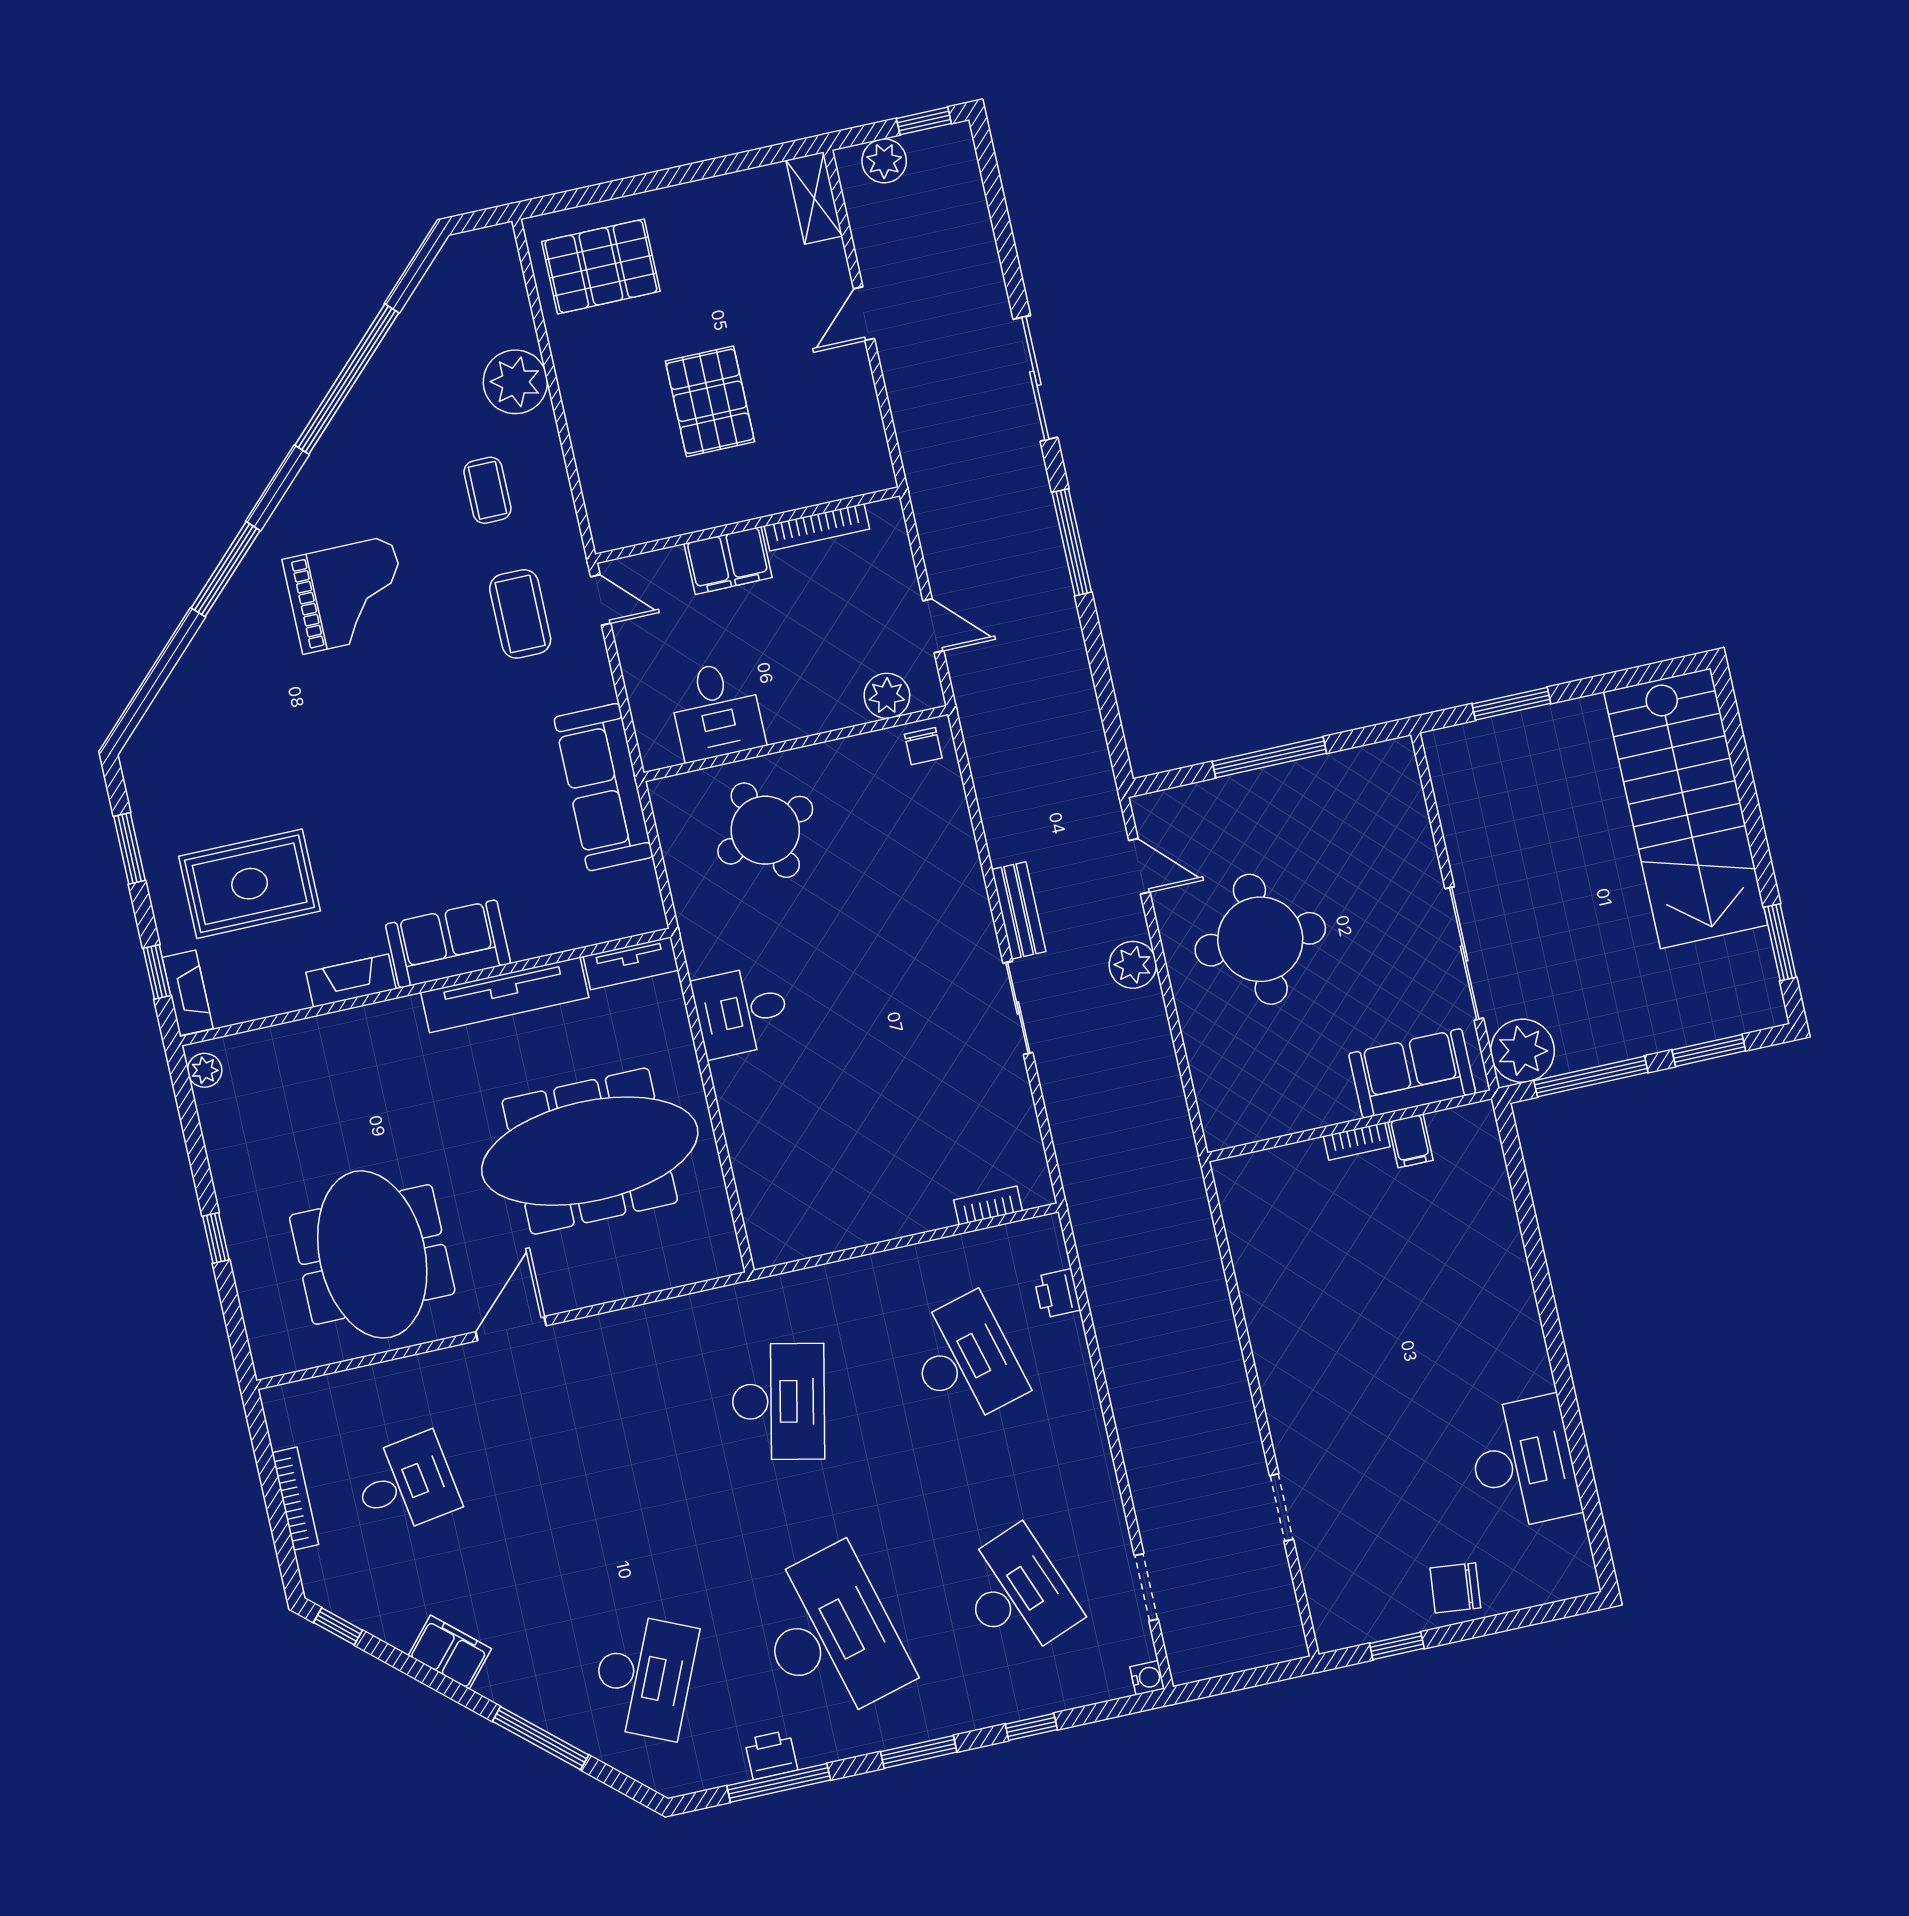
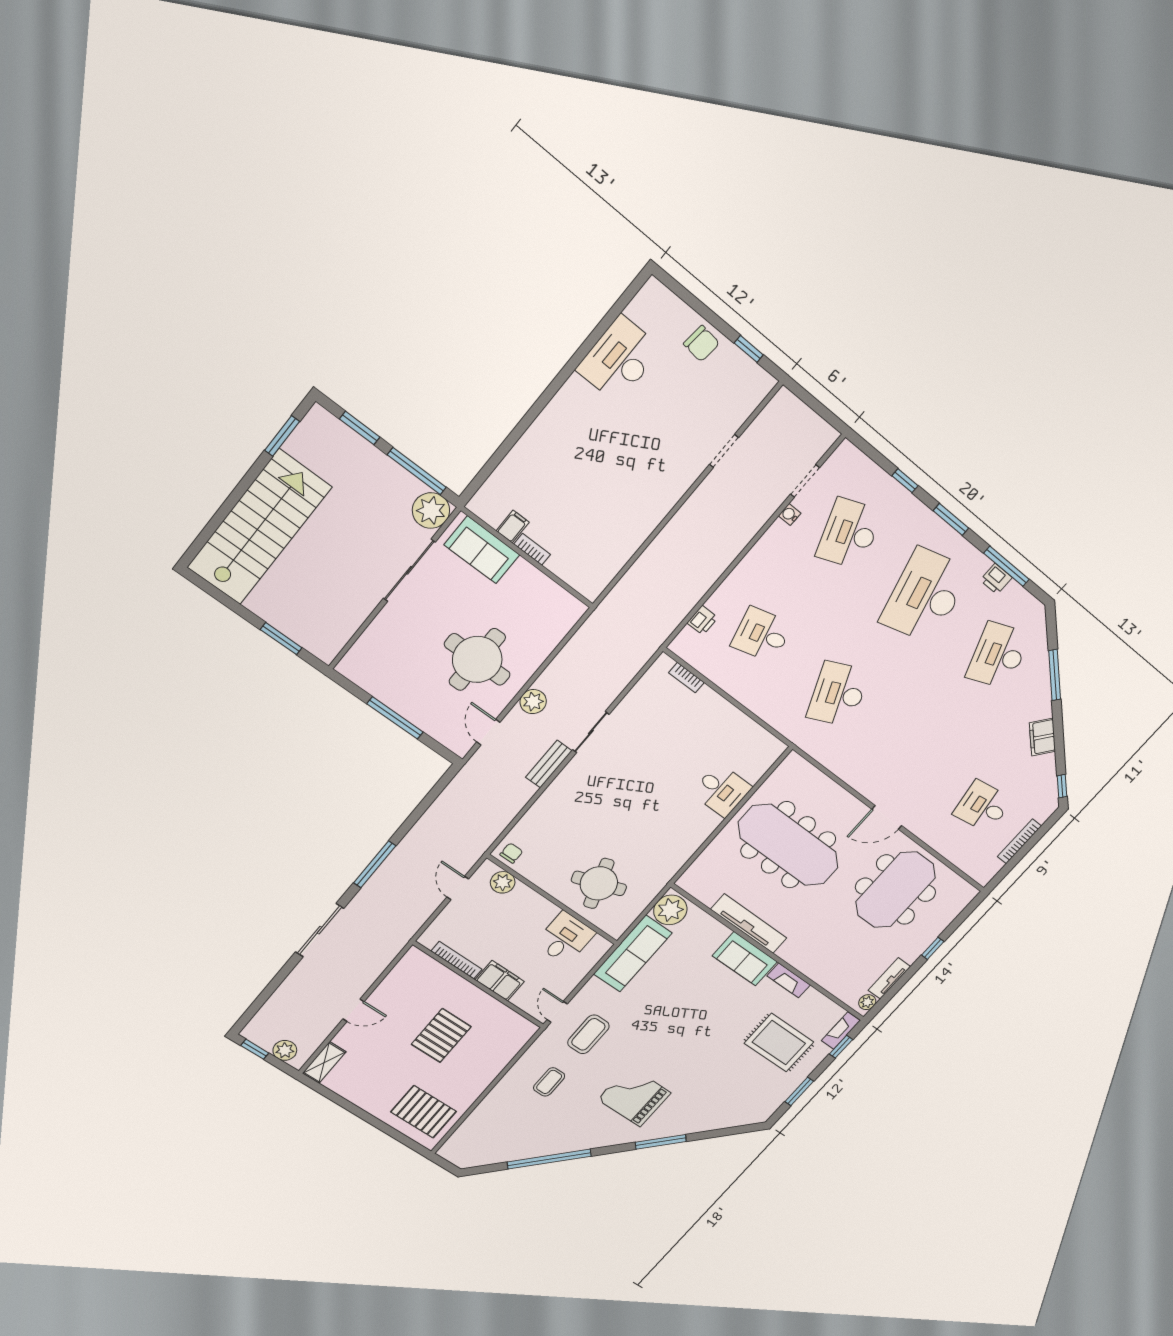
plant: (515, 382) -> (670, 910), moved
tv unit: (631, 963) -> (889, 978), moved, turned -90
desk: (741, 1011) -> (722, 790), moved
desk: (965, 1360) -> (762, 635), width x0.73
desk: (779, 1402) -> (838, 694), turned -36
desk: (644, 1676) -> (998, 655), turned -45
water cooler: (1147, 1678) -> (790, 514), moved

